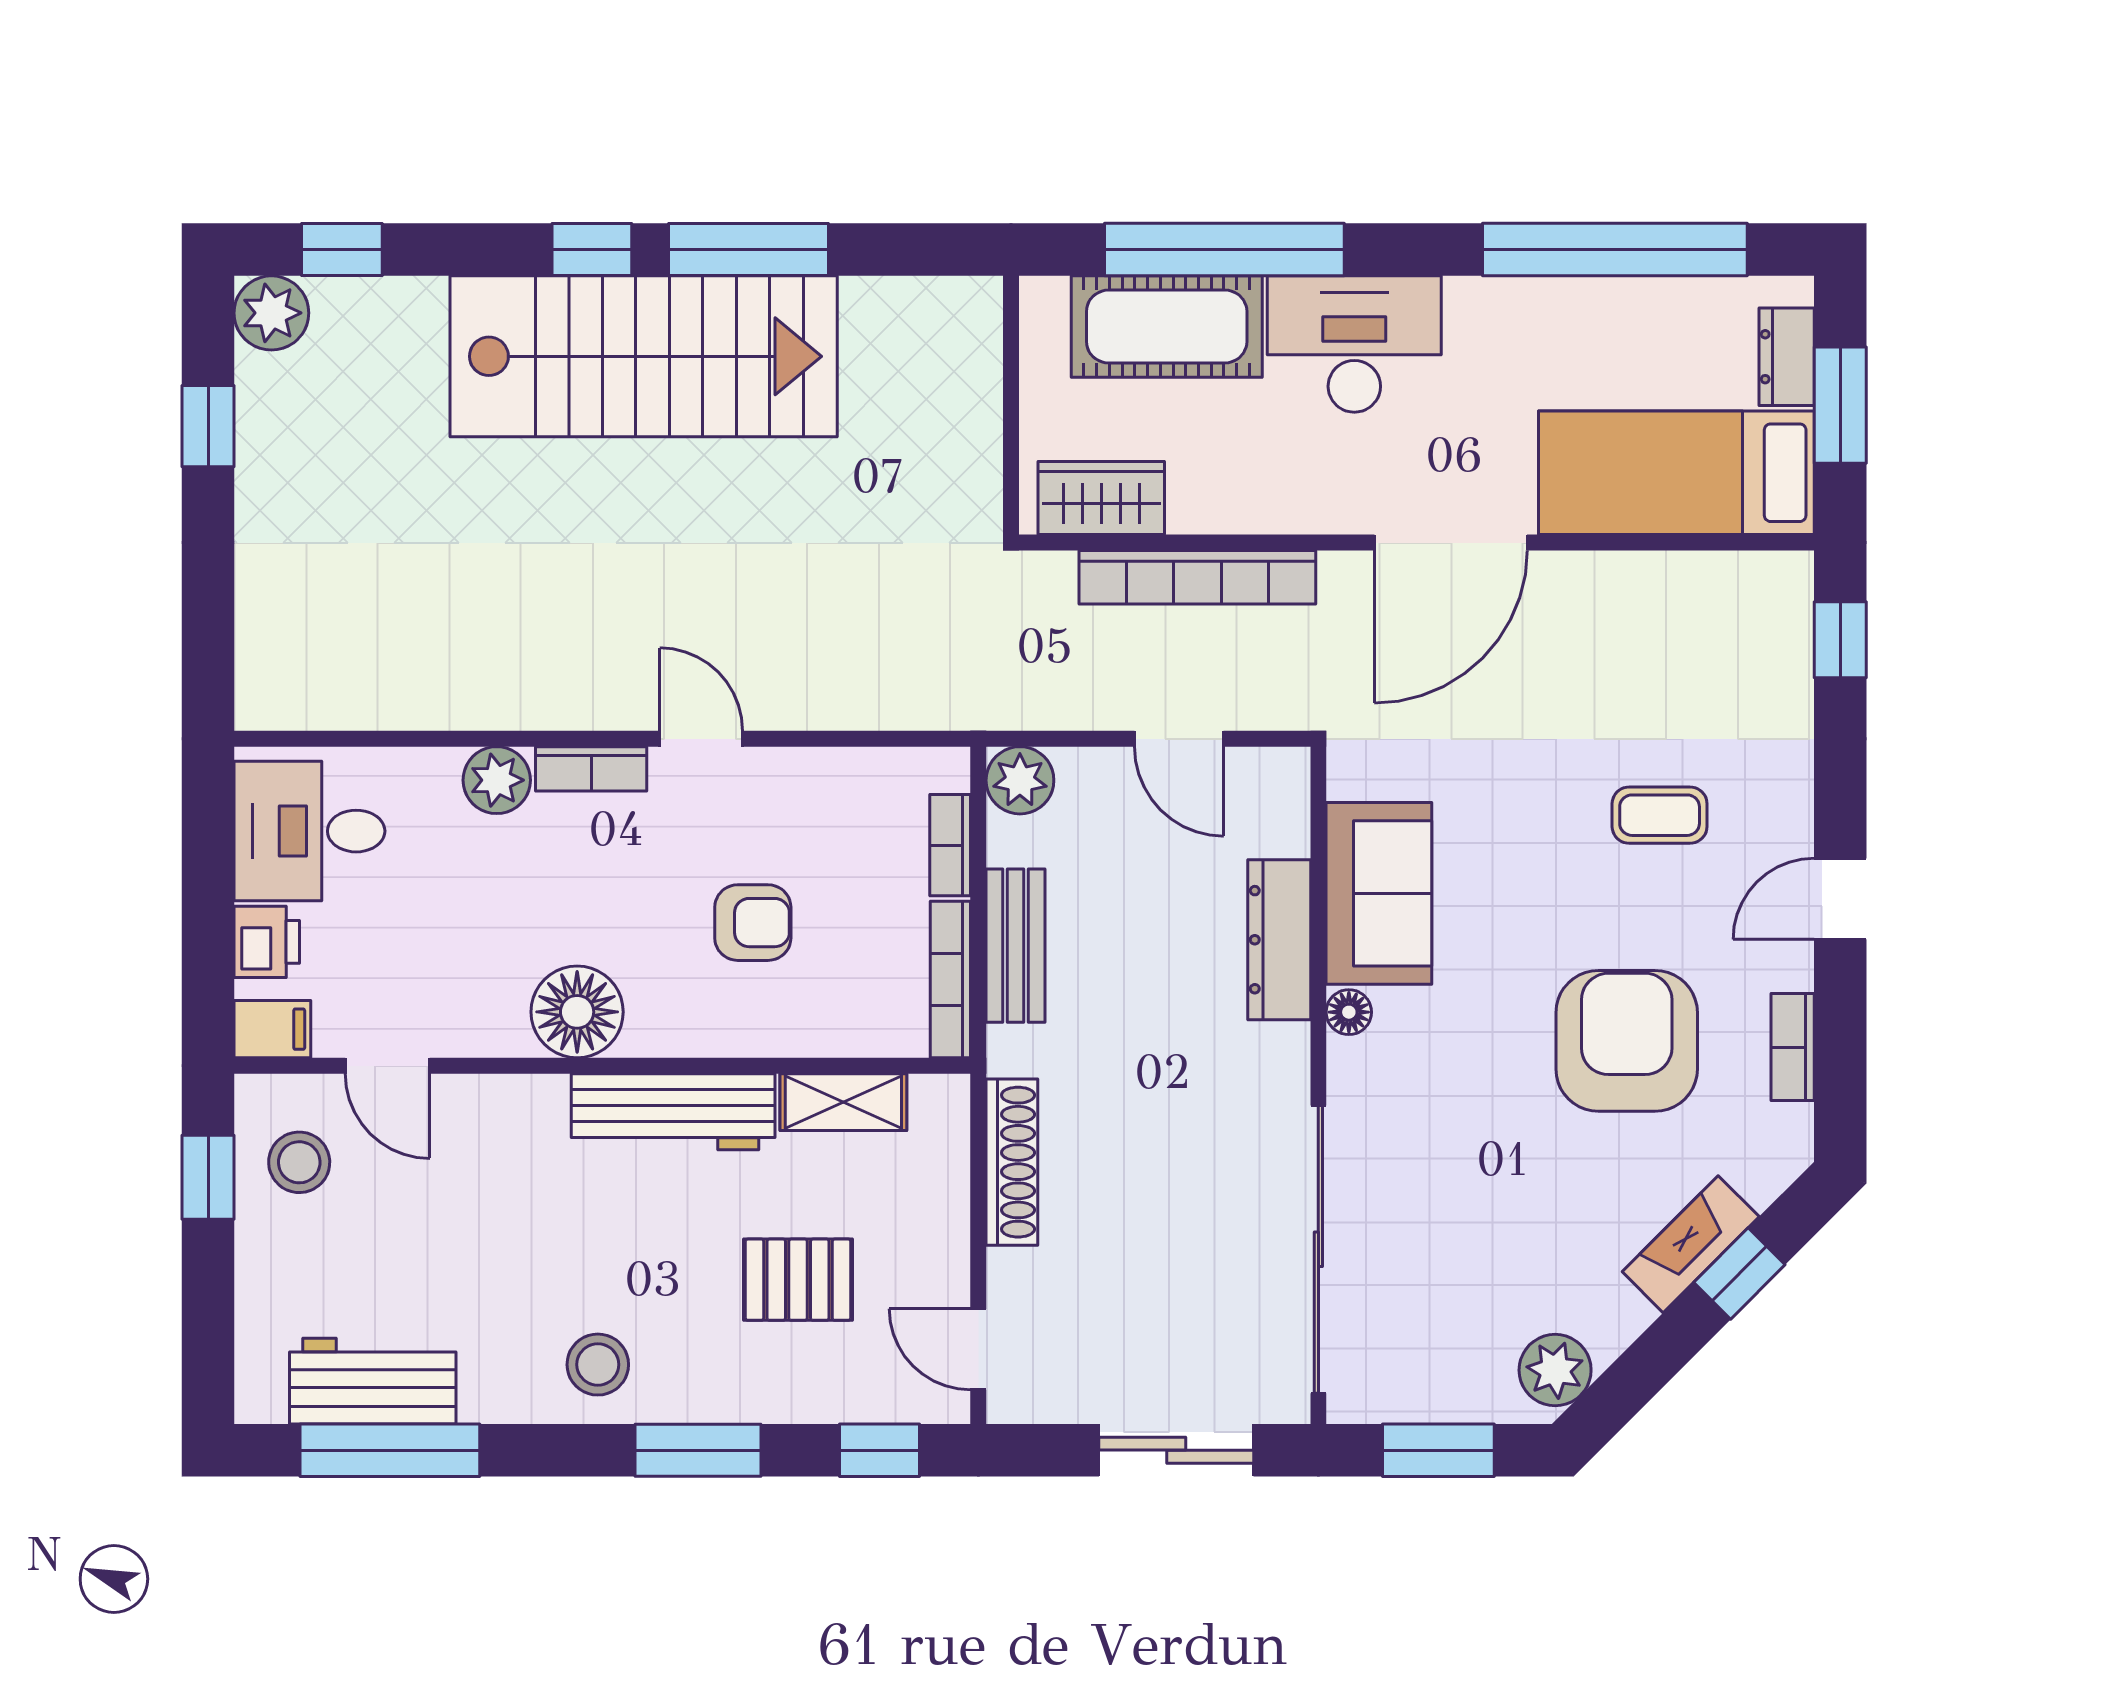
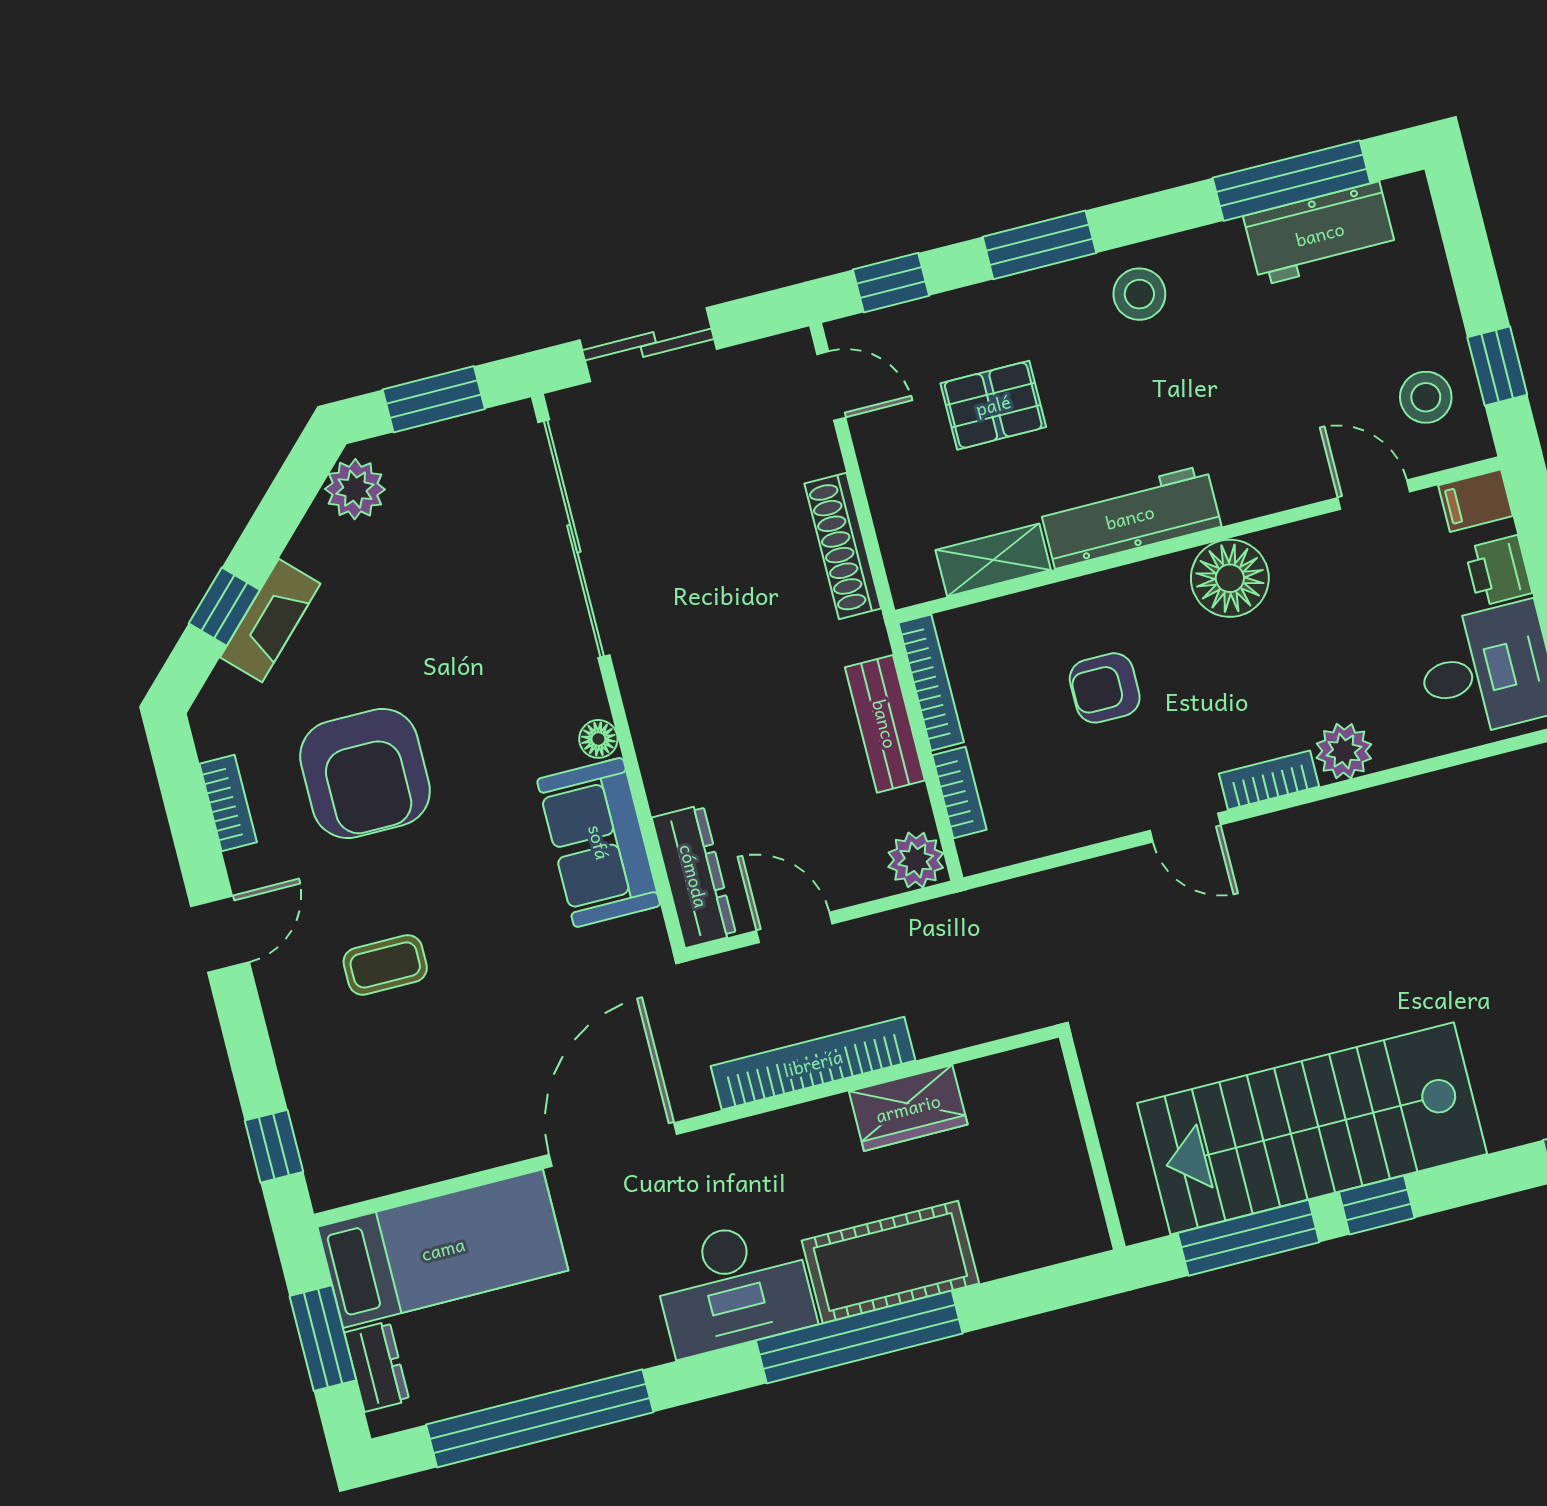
wall: (1011, 405) -> (1092, 1142), moved
dresser: (1279, 940) -> (694, 876), moved

